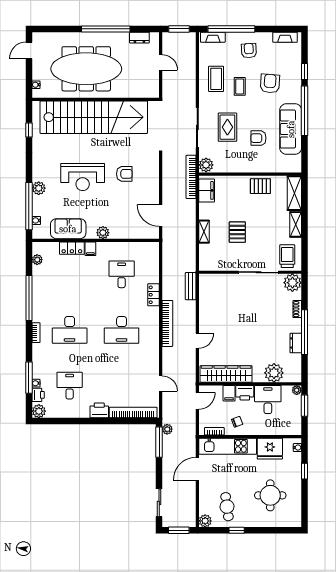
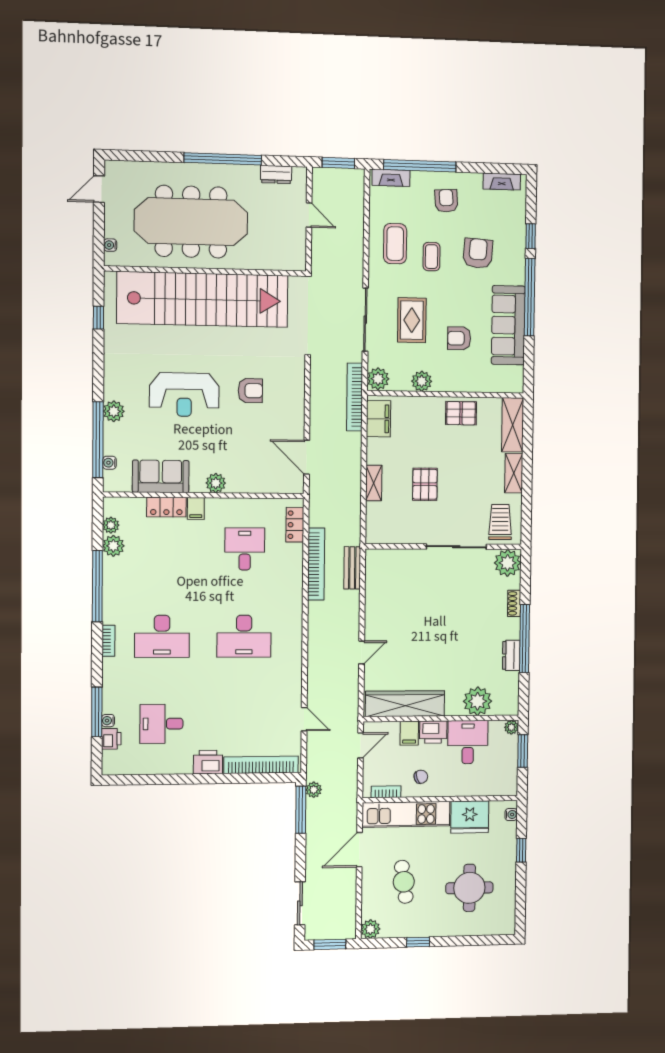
plant: (234, 166) -> (422, 381), added
locker: (153, 295) -> (295, 525), moved
bookcase: (167, 323) -> (316, 564), moved
desk: (70, 386) -> (161, 724), turned -90
plant: (39, 411) -> (113, 546), moved
cafe table: (227, 507) -> (404, 882), moved

